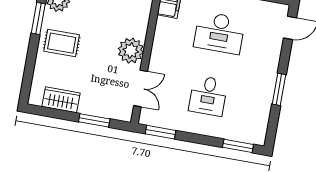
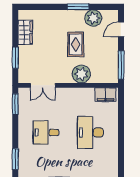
rug: (62, 43) -> (76, 44), moved
plant: (131, 51) -> (81, 74), moved

